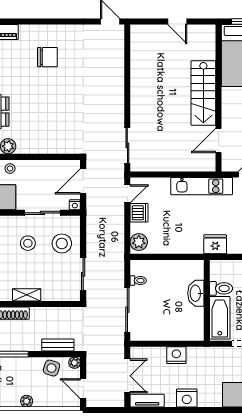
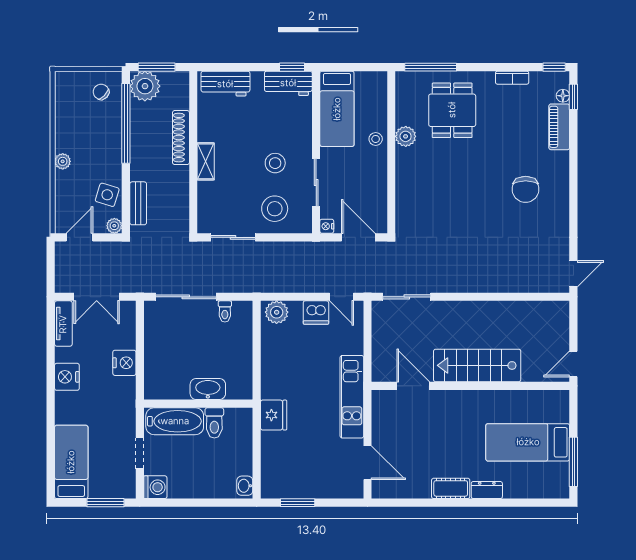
stairs: (203, 93) -> (477, 365), moved
wall: (219, 98) -> (470, 386), moved
door: (219, 140) -> (413, 386), moved

